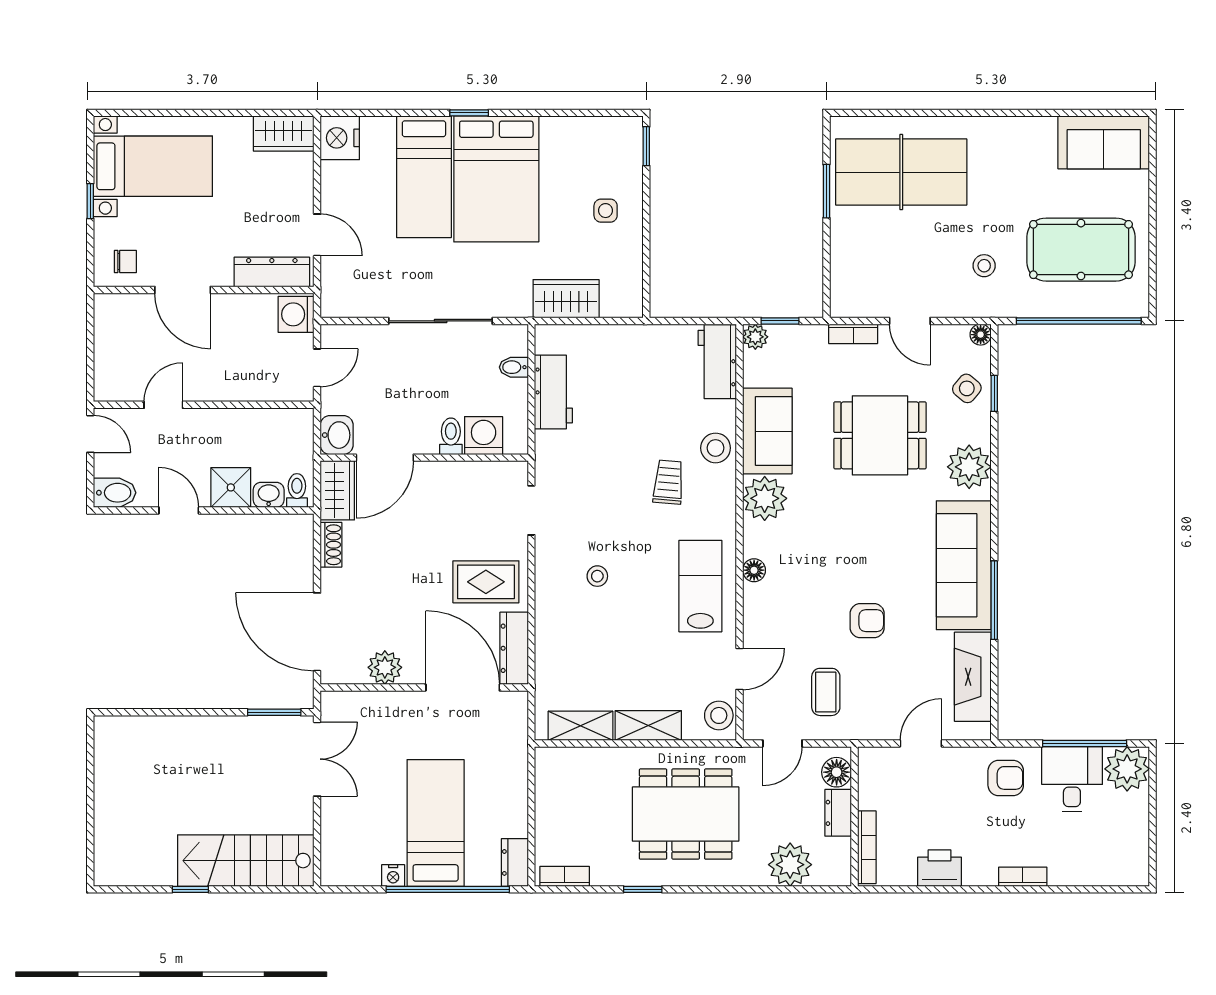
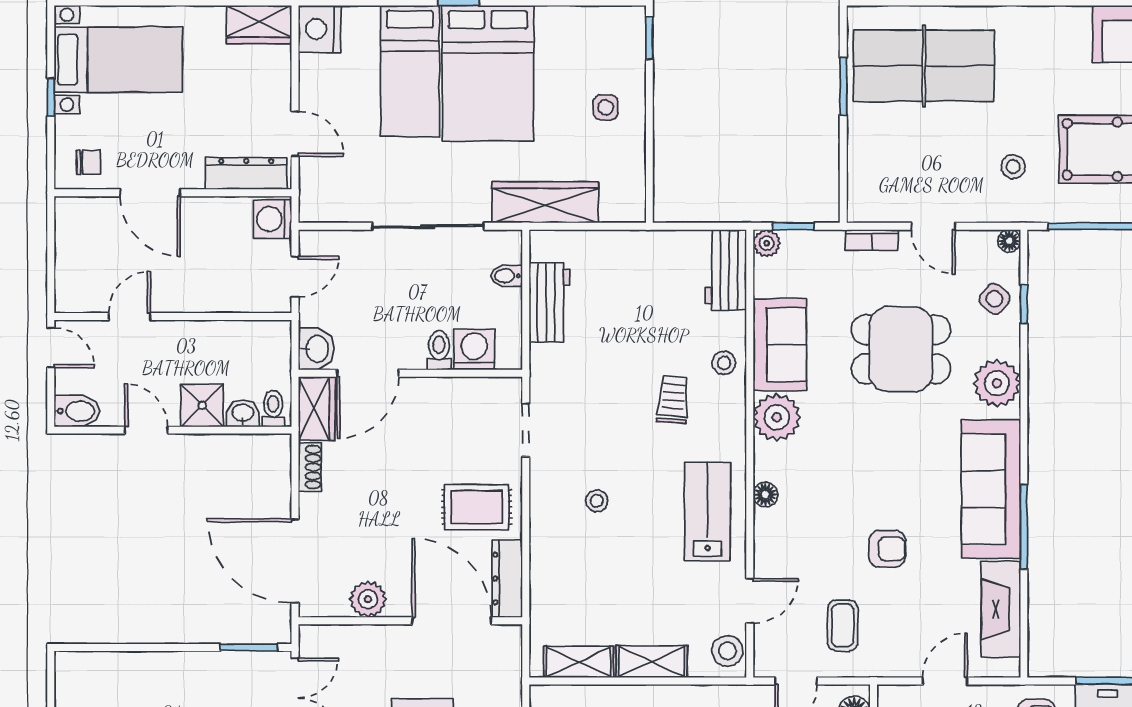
wardrobe: (566, 299) -> (545, 202), width x1.50
stool: (716, 448) -> (724, 363), width x0.73, depth x0.73

